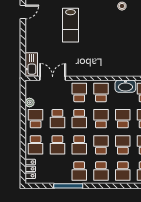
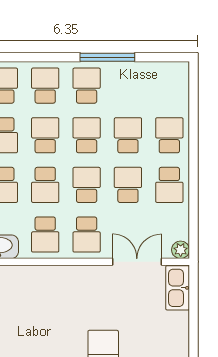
double door: (53, 78) -> (137, 262), swing flipped
plant: (30, 102) -> (181, 250), moved
school desk: (101, 145) -> (45, 135), turned 180
locker: (30, 169) -> (180, 90), removed

